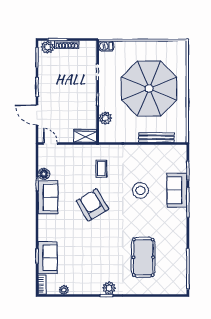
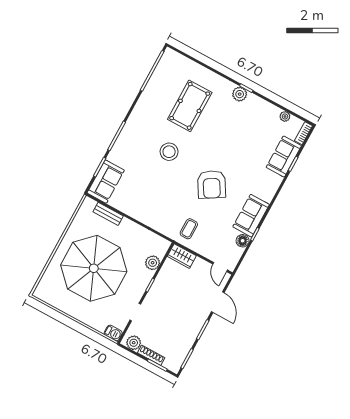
plant: (48, 47) -> (134, 343), moved
bench: (156, 137) -> (108, 214), width x0.73
coffee table: (101, 169) -> (189, 229), moved
stool: (140, 190) -> (169, 152), moved
sofa: (177, 190) -> (106, 182), moved

